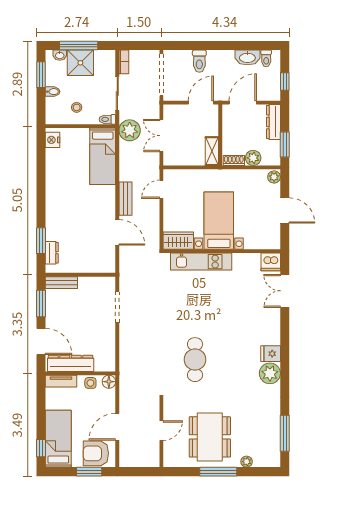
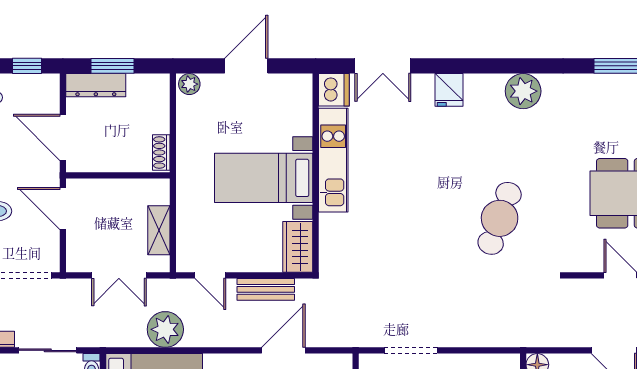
plant: (130, 130) -> (165, 329), moved
window: (285, 145) -> (113, 66), moved
shelving: (212, 151) -> (159, 230), moved, turned 90
plant: (253, 158) -> (157, 120), removed
bench: (125, 199) -> (266, 289), moved
kitchen unit: (201, 262) -> (333, 160), moved
fridge: (271, 354) -> (449, 90), moved
cafe table: (195, 360) -> (500, 218), turned -70

